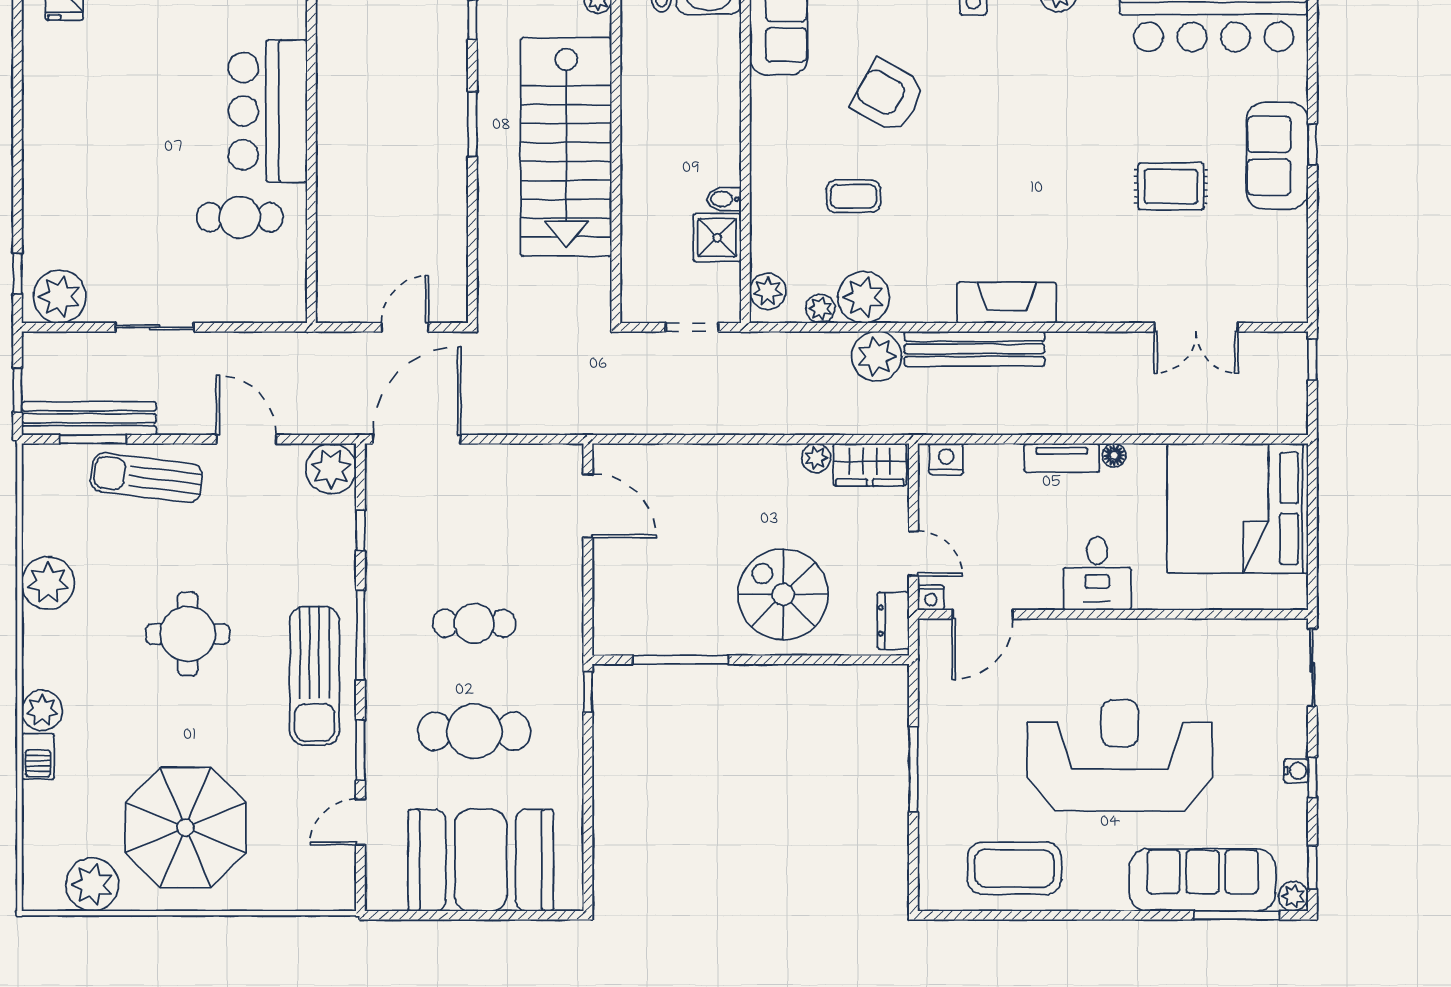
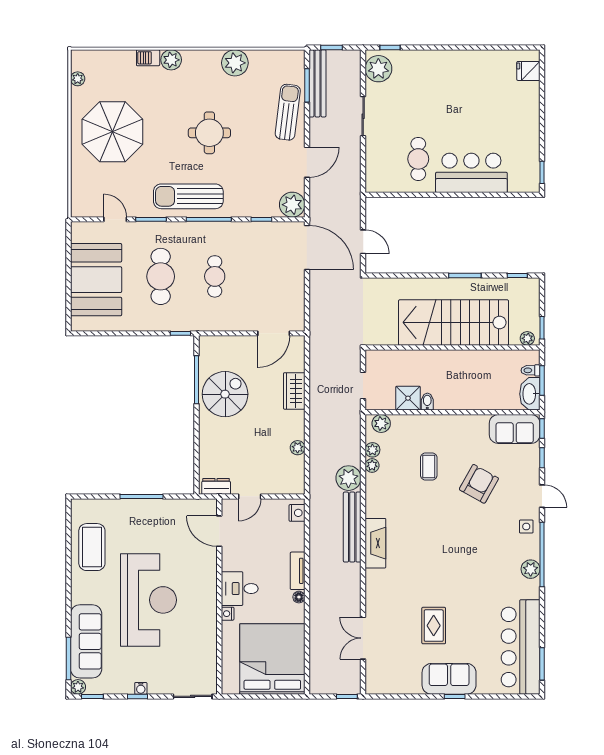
plant: (864, 297) -> (372, 465), width x0.53, depth x0.53
wardrobe: (870, 465) -> (294, 391), moved
spiral stairs: (783, 594) -> (225, 394), moved
nightstand: (931, 598) -> (228, 614), moved
plant: (92, 885) -> (78, 79), width x0.53, depth x0.53

